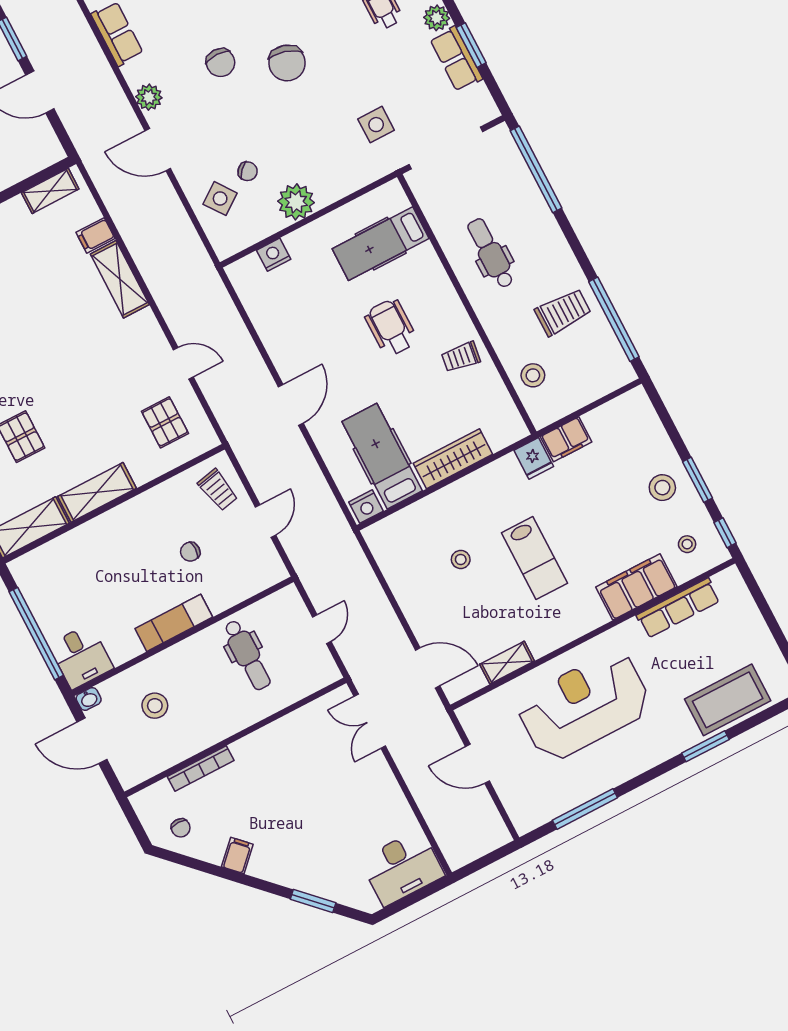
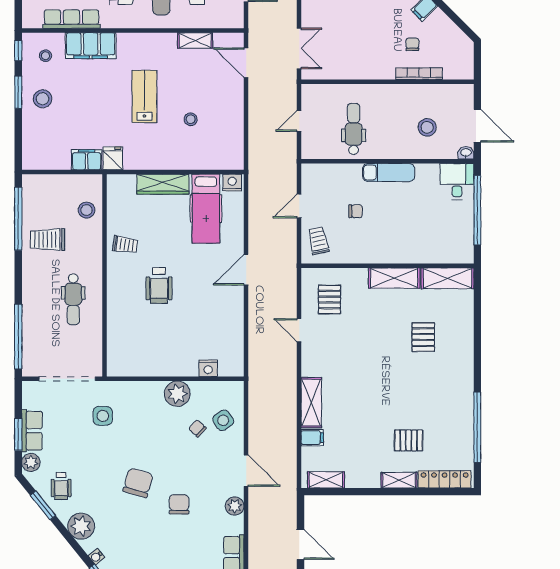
hospital bed: (381, 244) -> (138, 341), removed
chair: (181, 828) -> (412, 44), moved

